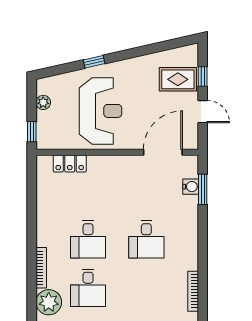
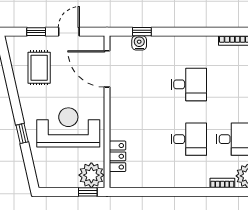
rug: (178, 79) -> (39, 68), moved
plant: (43, 102) -> (91, 175), moved, width x1.87, depth x1.87
window: (203, 189) -> (142, 32), width x0.67
bookcase: (41, 268) -> (222, 183), width x0.64

